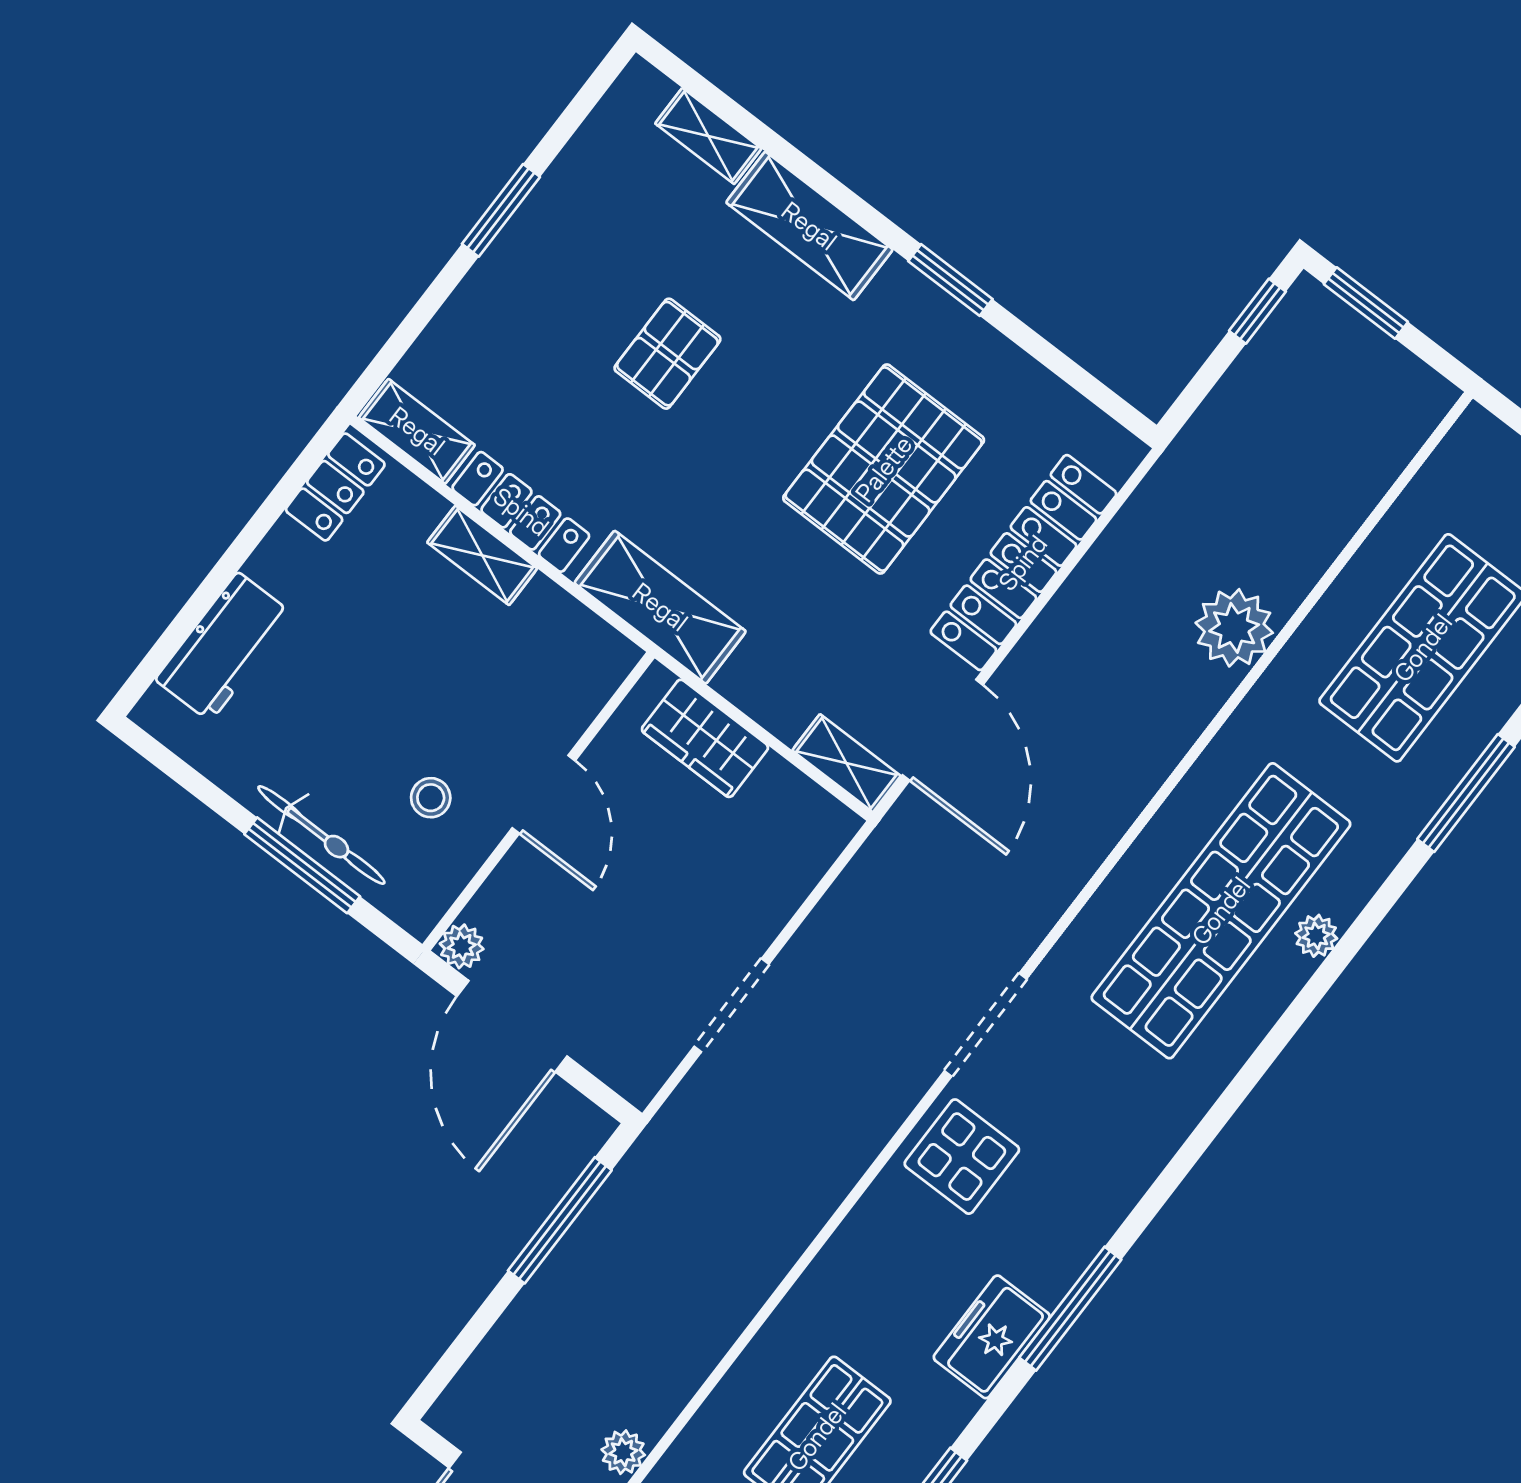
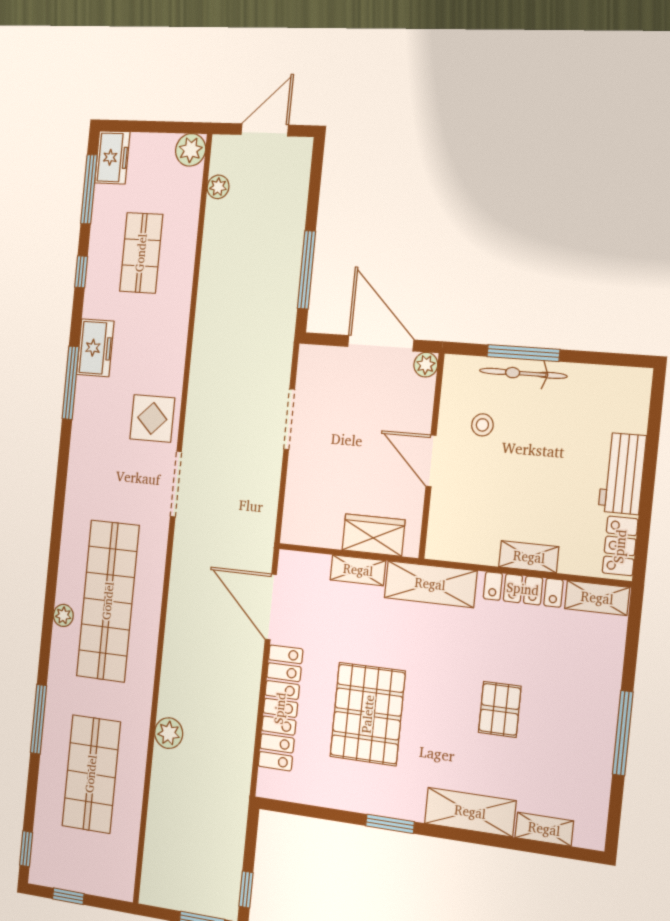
window: (501, 210) -> (623, 733), width x1.44
plant: (1234, 628) -> (169, 733), width x0.73, depth x0.73
workbench: (224, 647) -> (622, 473), moved
shelving: (846, 763) -> (358, 570), moved

